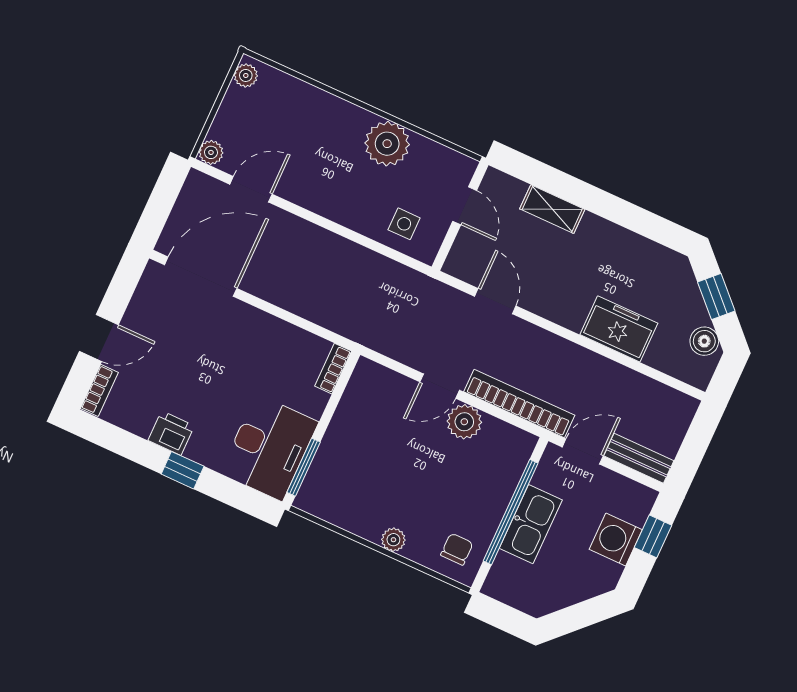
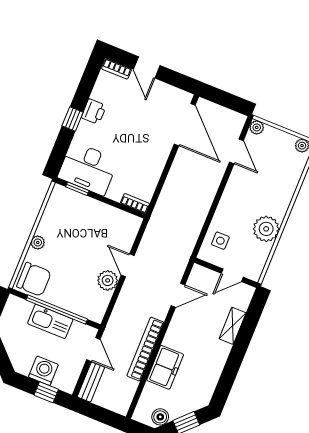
bookcase: (519, 404) -> (145, 349), moved, turned 180
window: (304, 467) -> (77, 189), width x0.67
chair: (457, 549) -> (34, 279), width x1.87, depth x1.87

